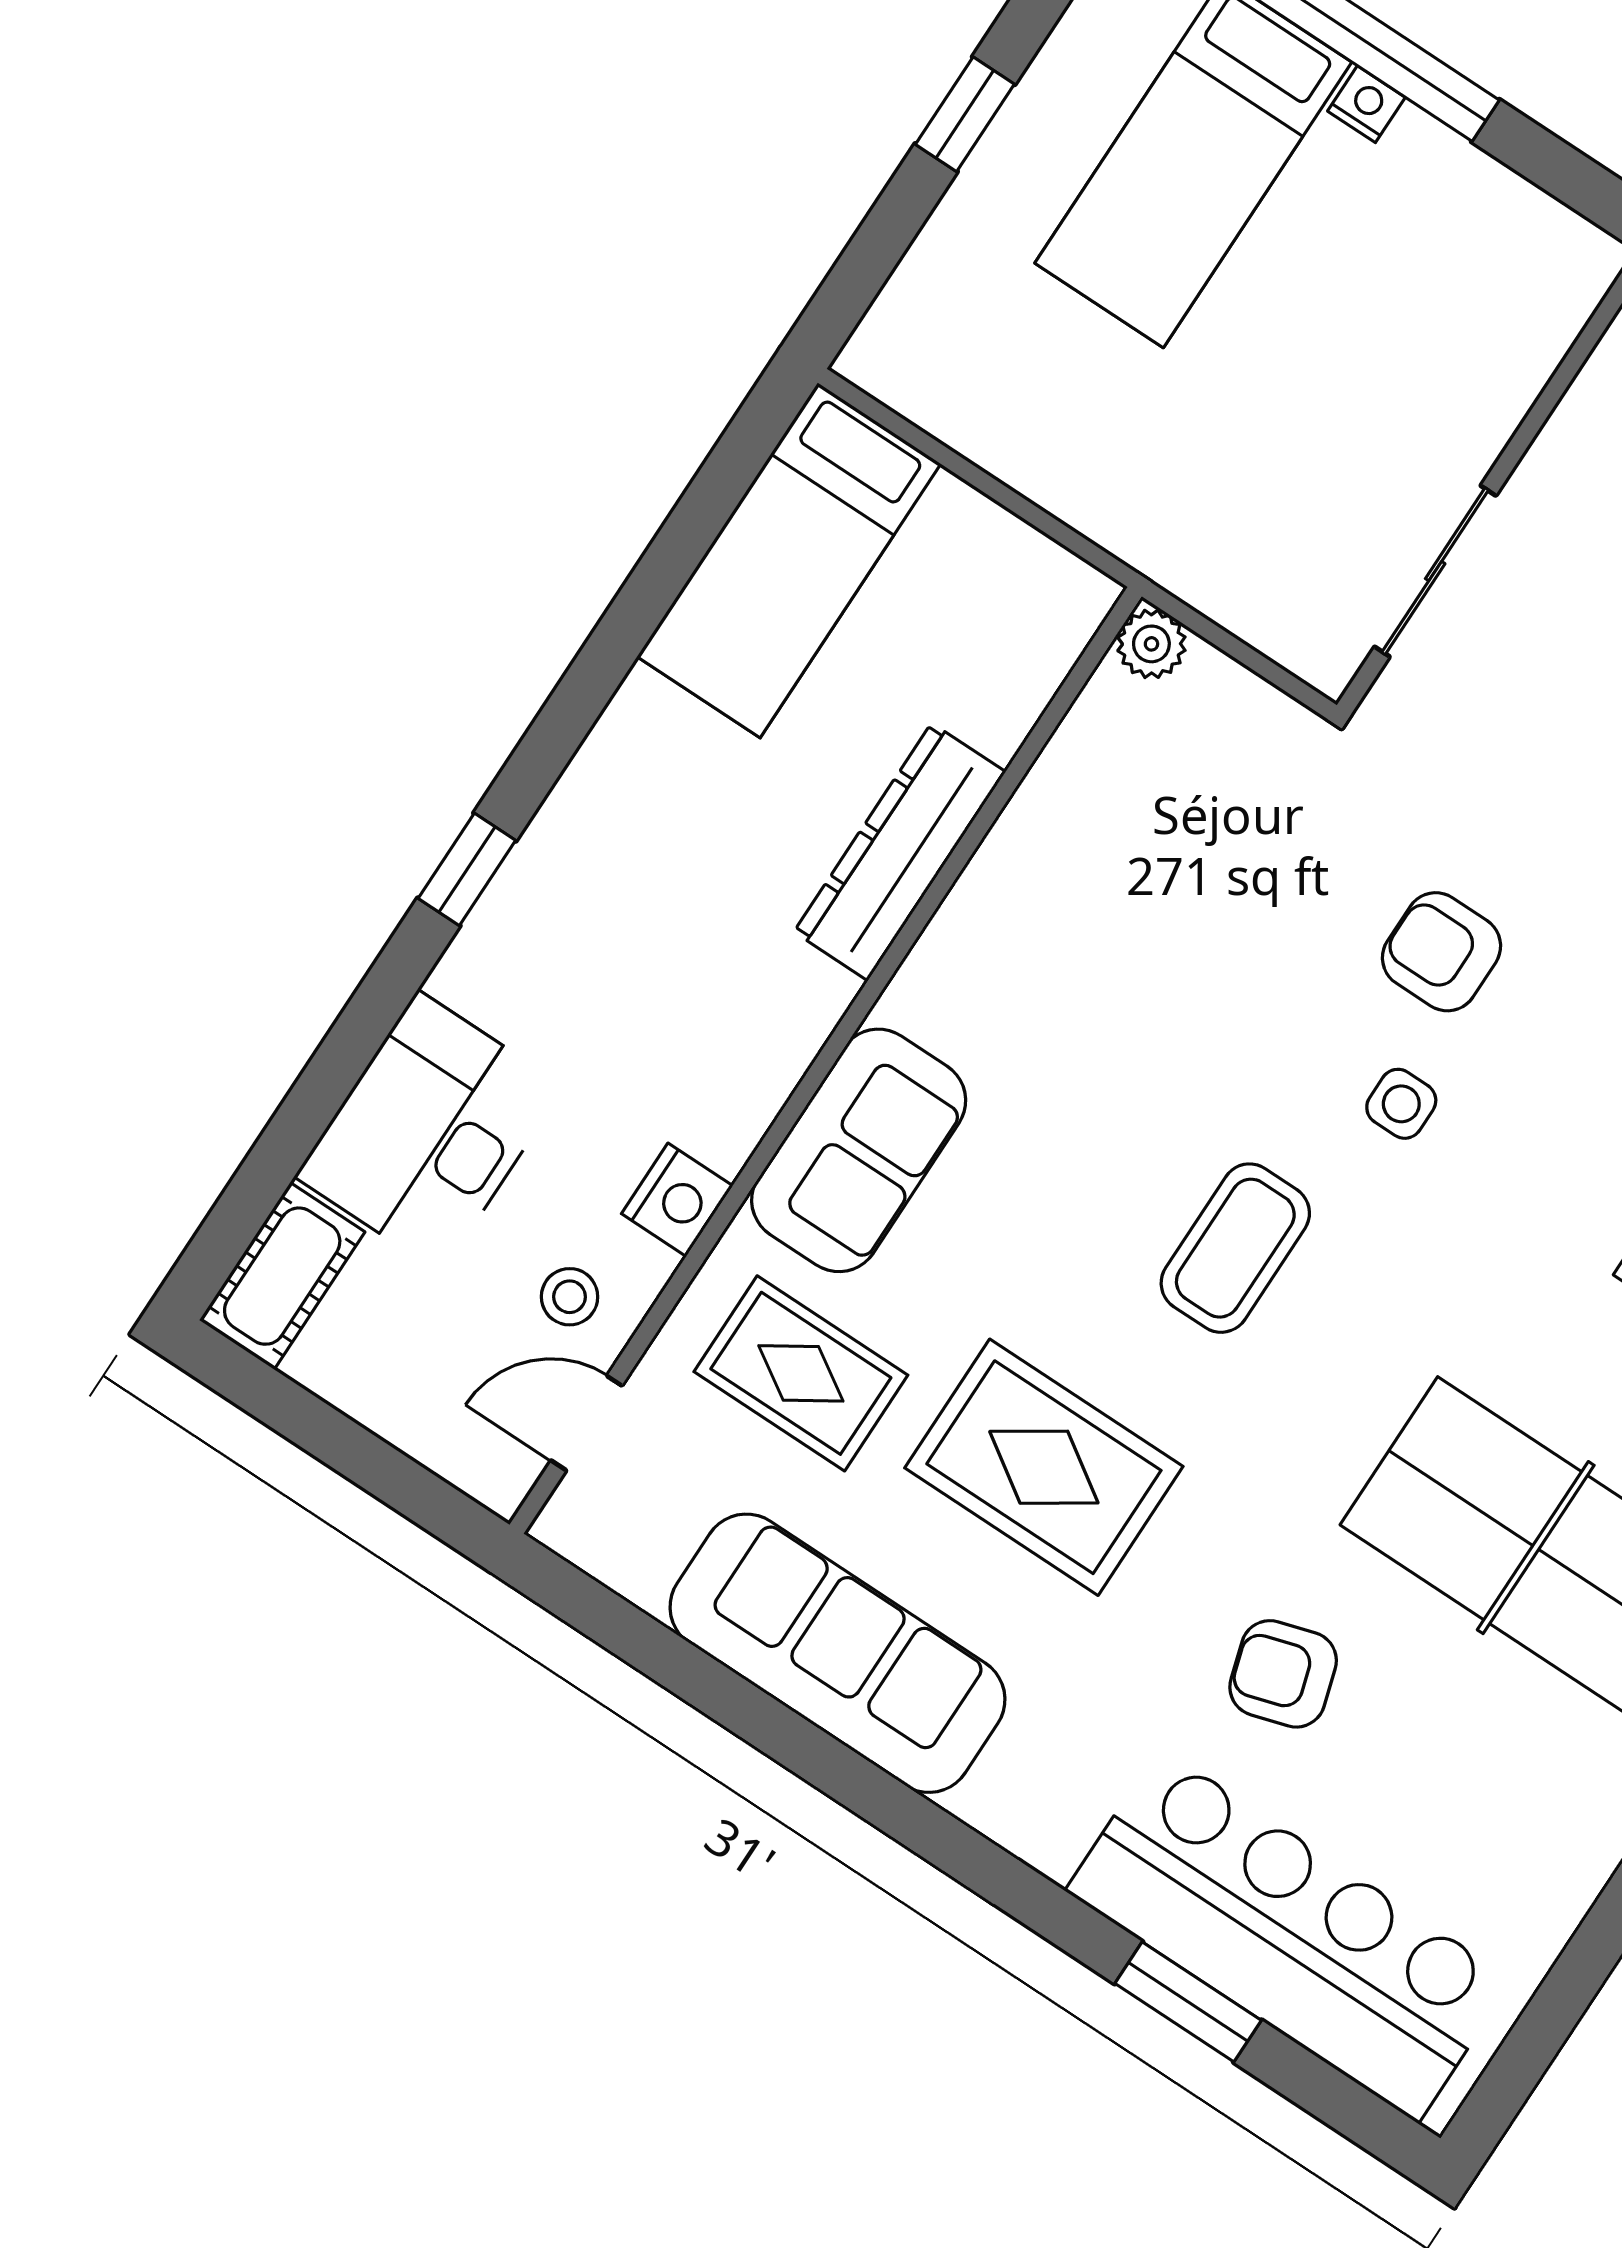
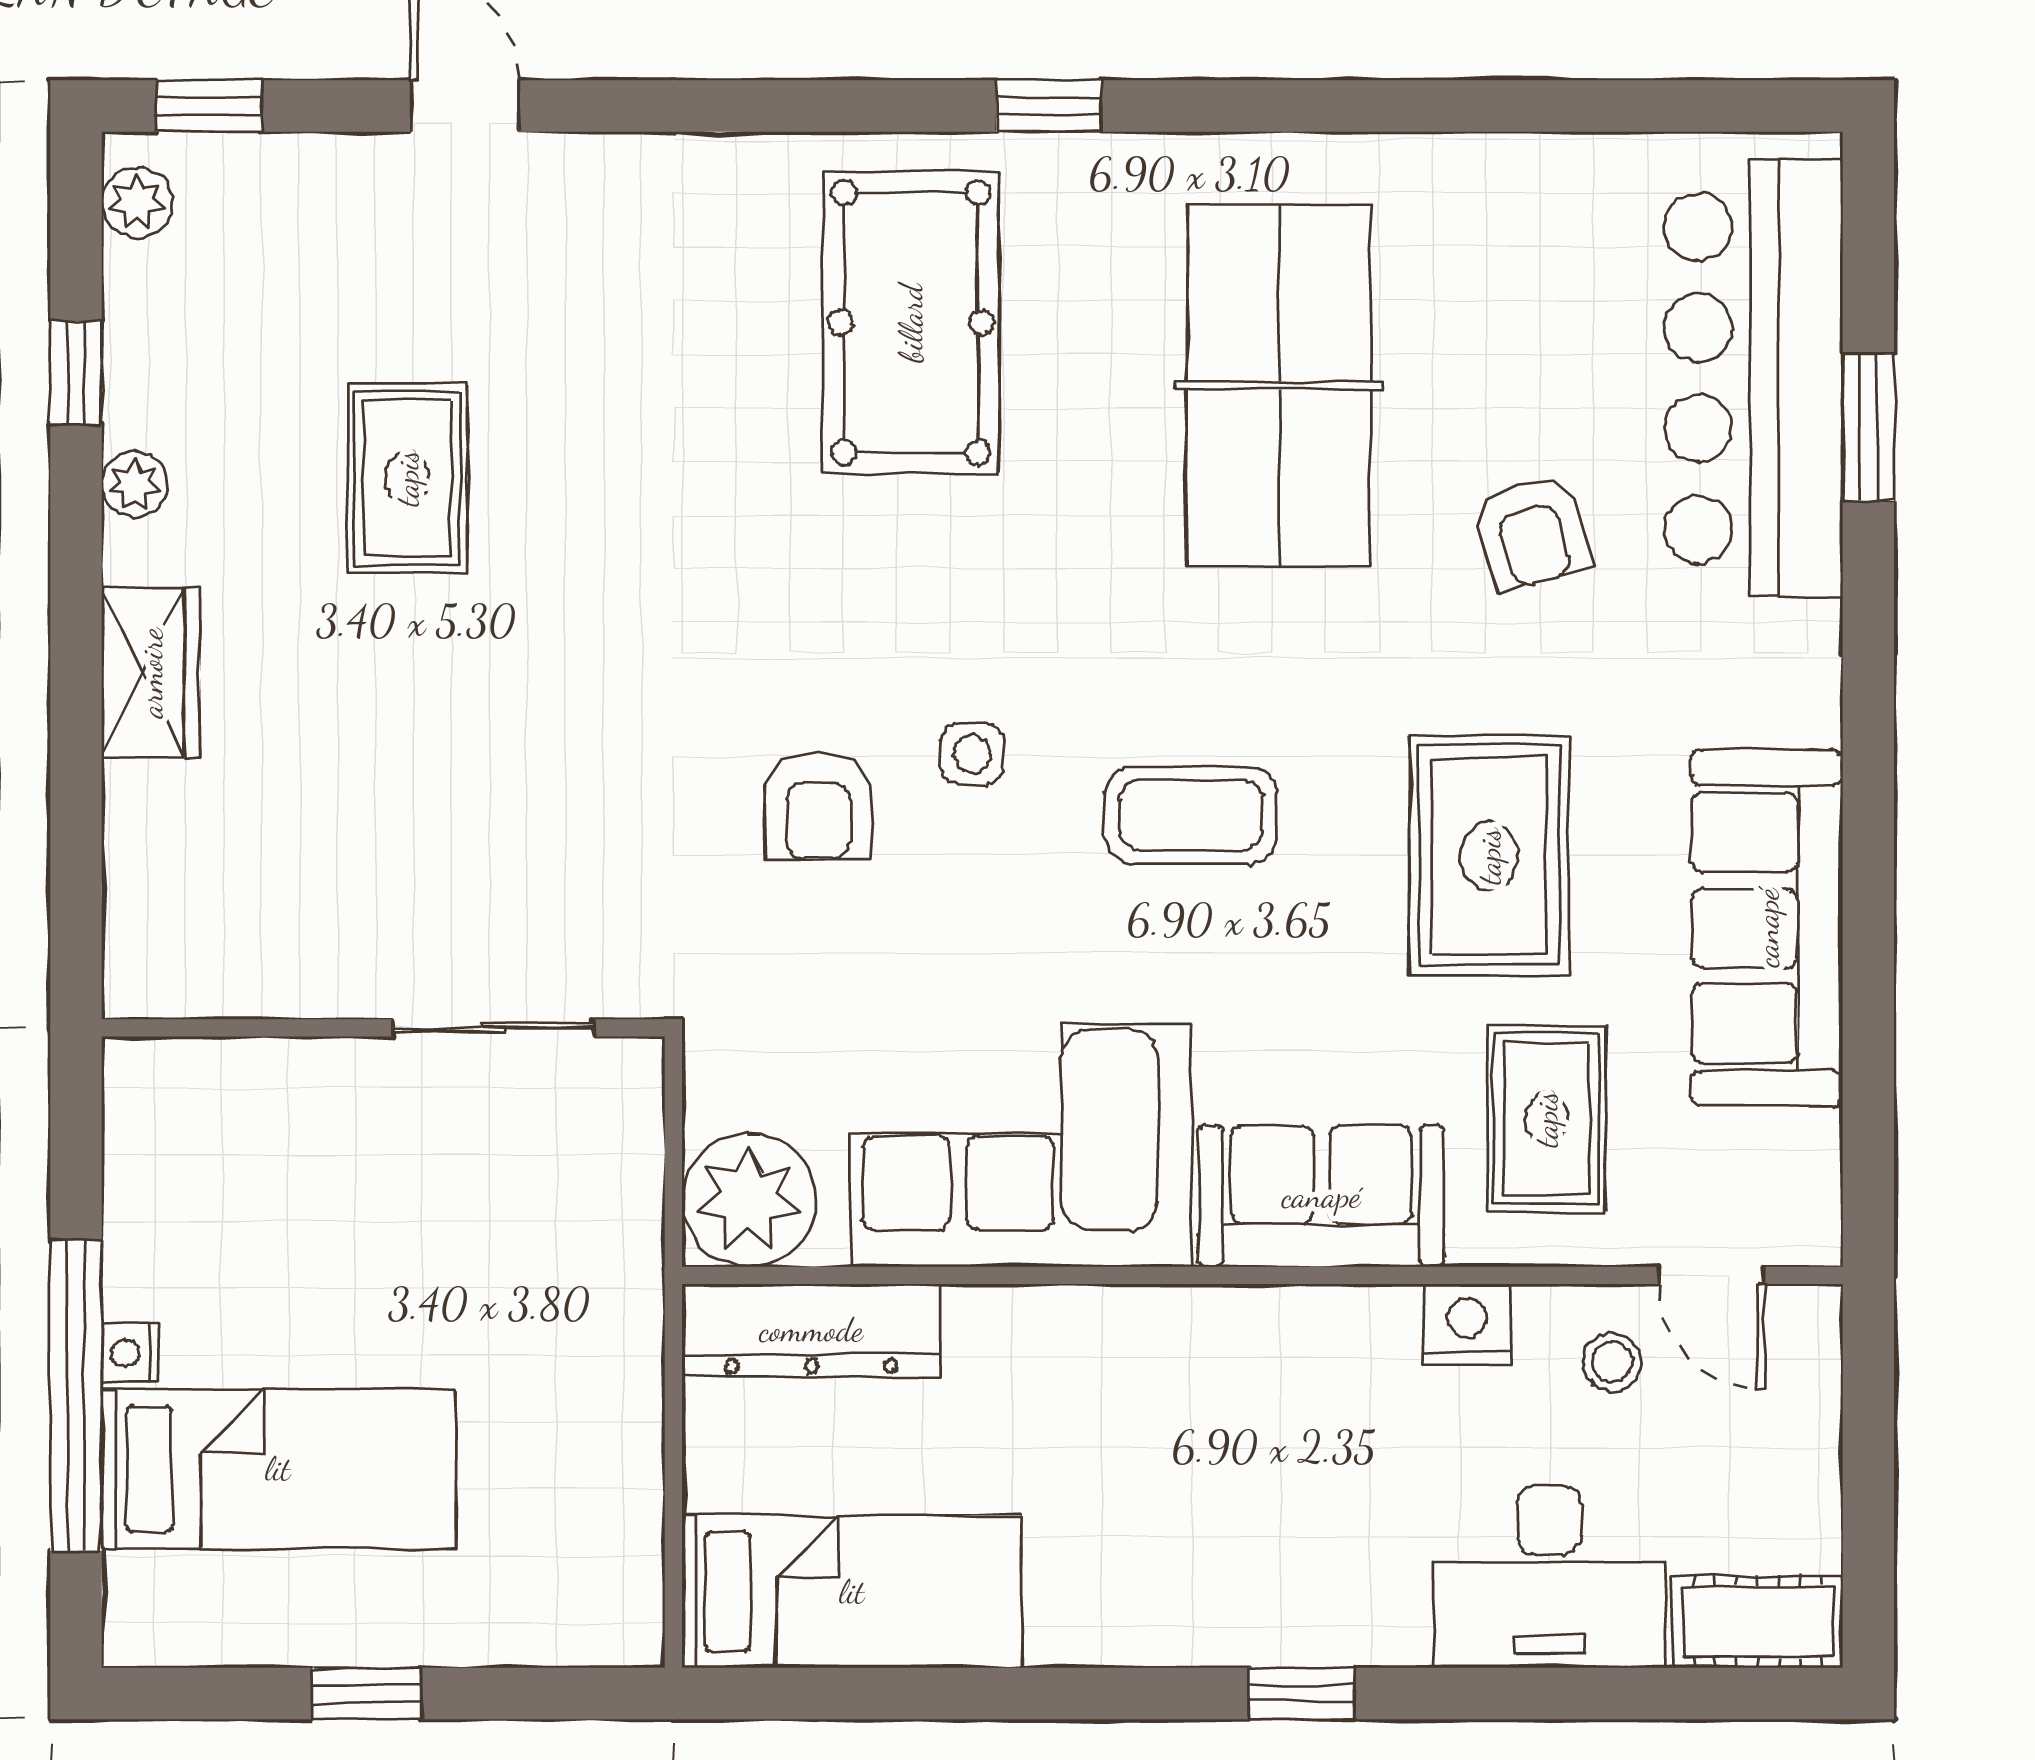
plant: (1151, 644) -> (749, 1200), width x1.87, depth x1.87
dresser: (900, 852) -> (811, 1330), moved
corner sofa: (1059, 935) -> (1021, 1145), added

